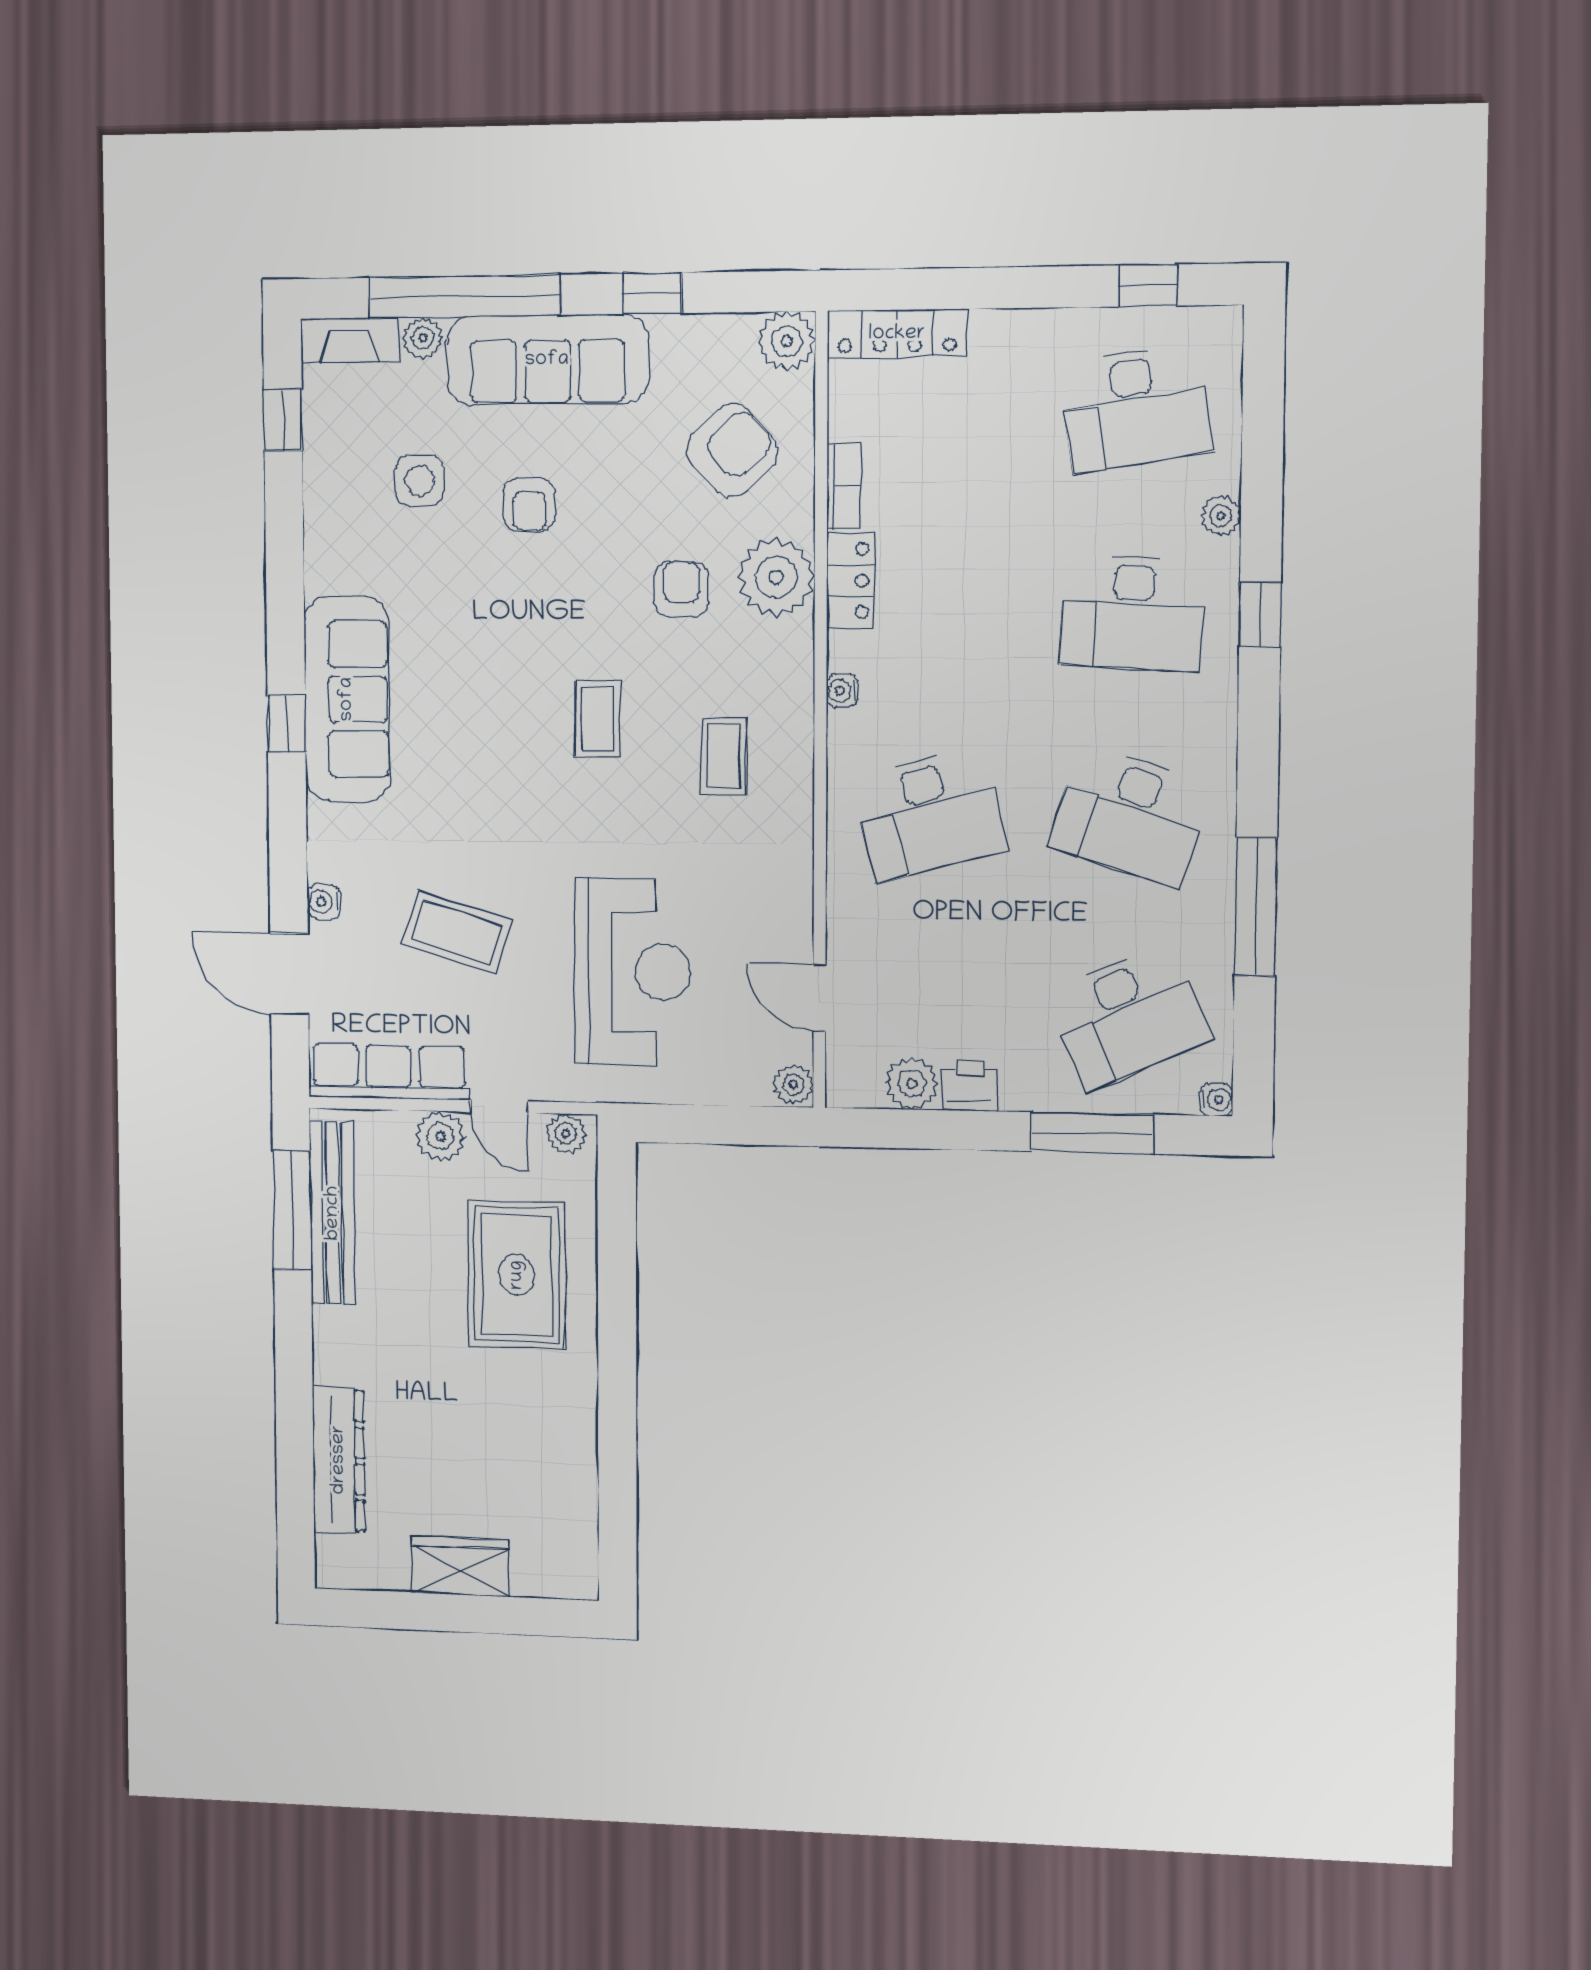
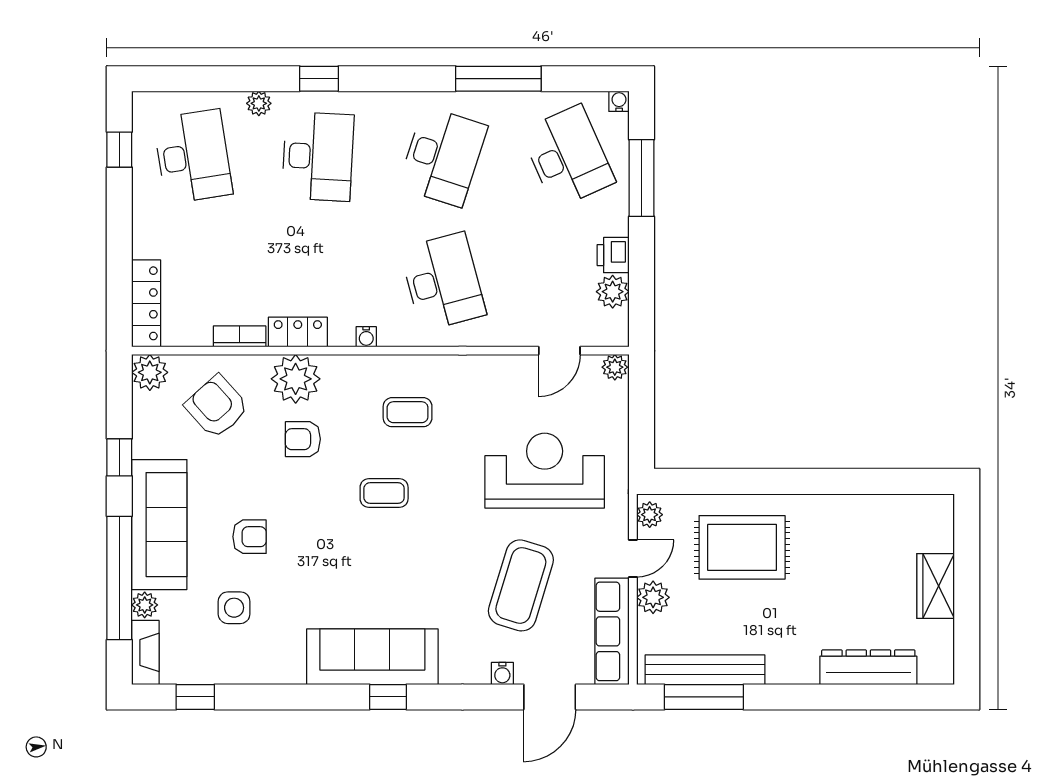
coffee table: (457, 932) -> (521, 585), width x1.36, depth x1.32

